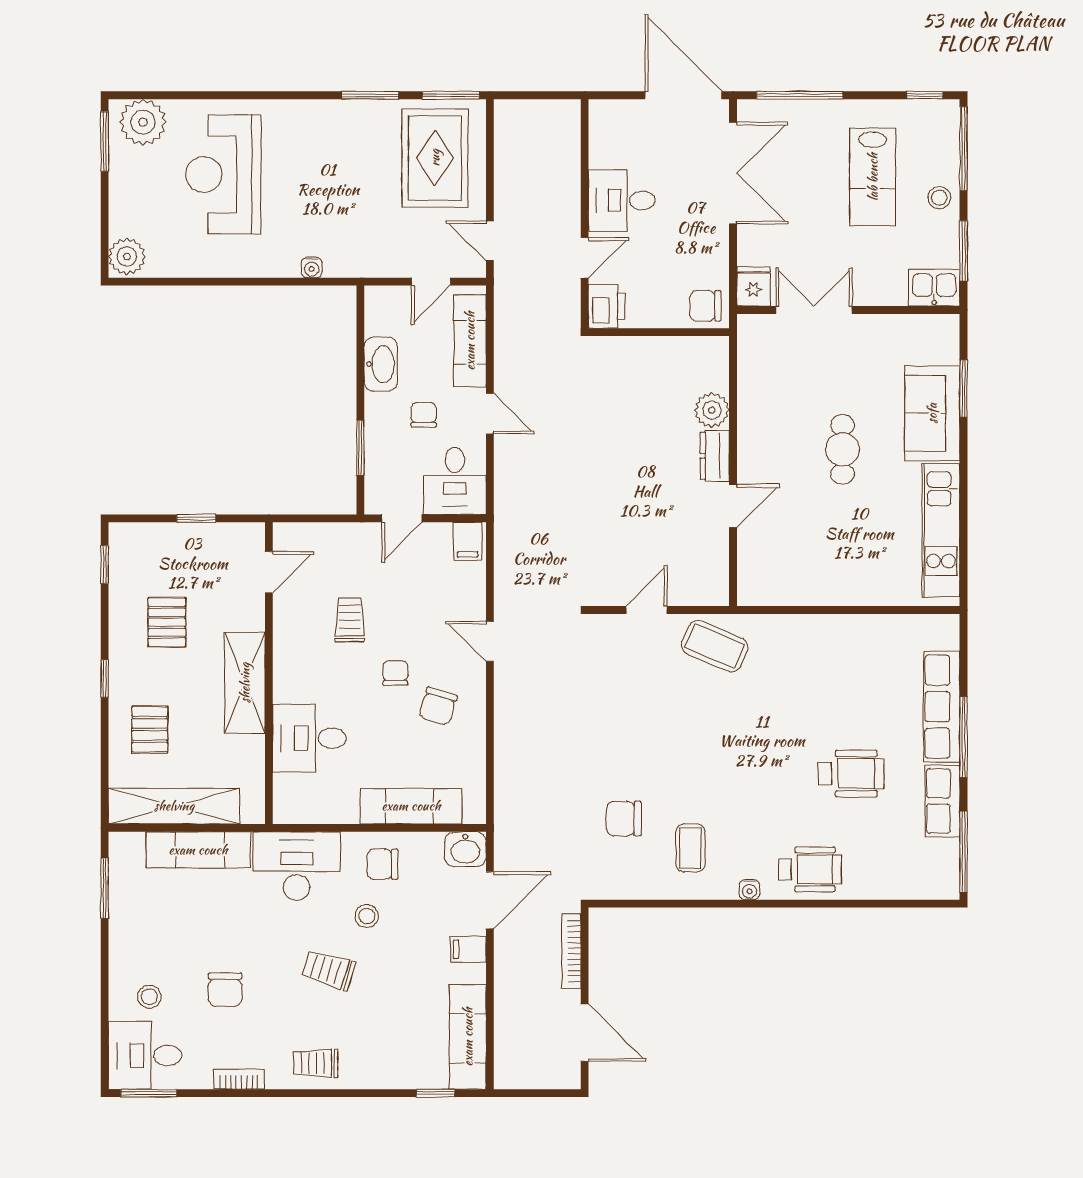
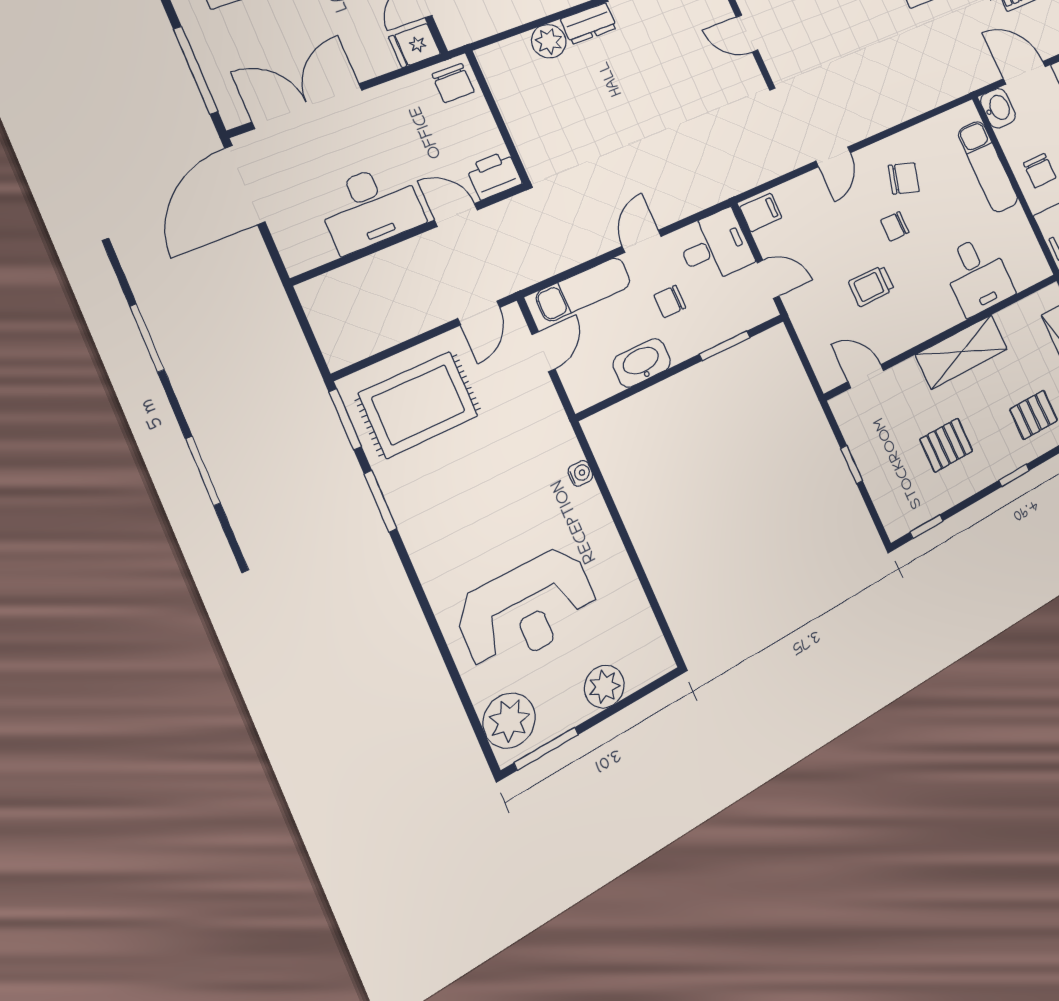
desk: (622, 200) -> (371, 207), width x1.37
plant: (127, 256) -> (604, 687), moved
door: (431, 282) -> (544, 352), hinge flipped

